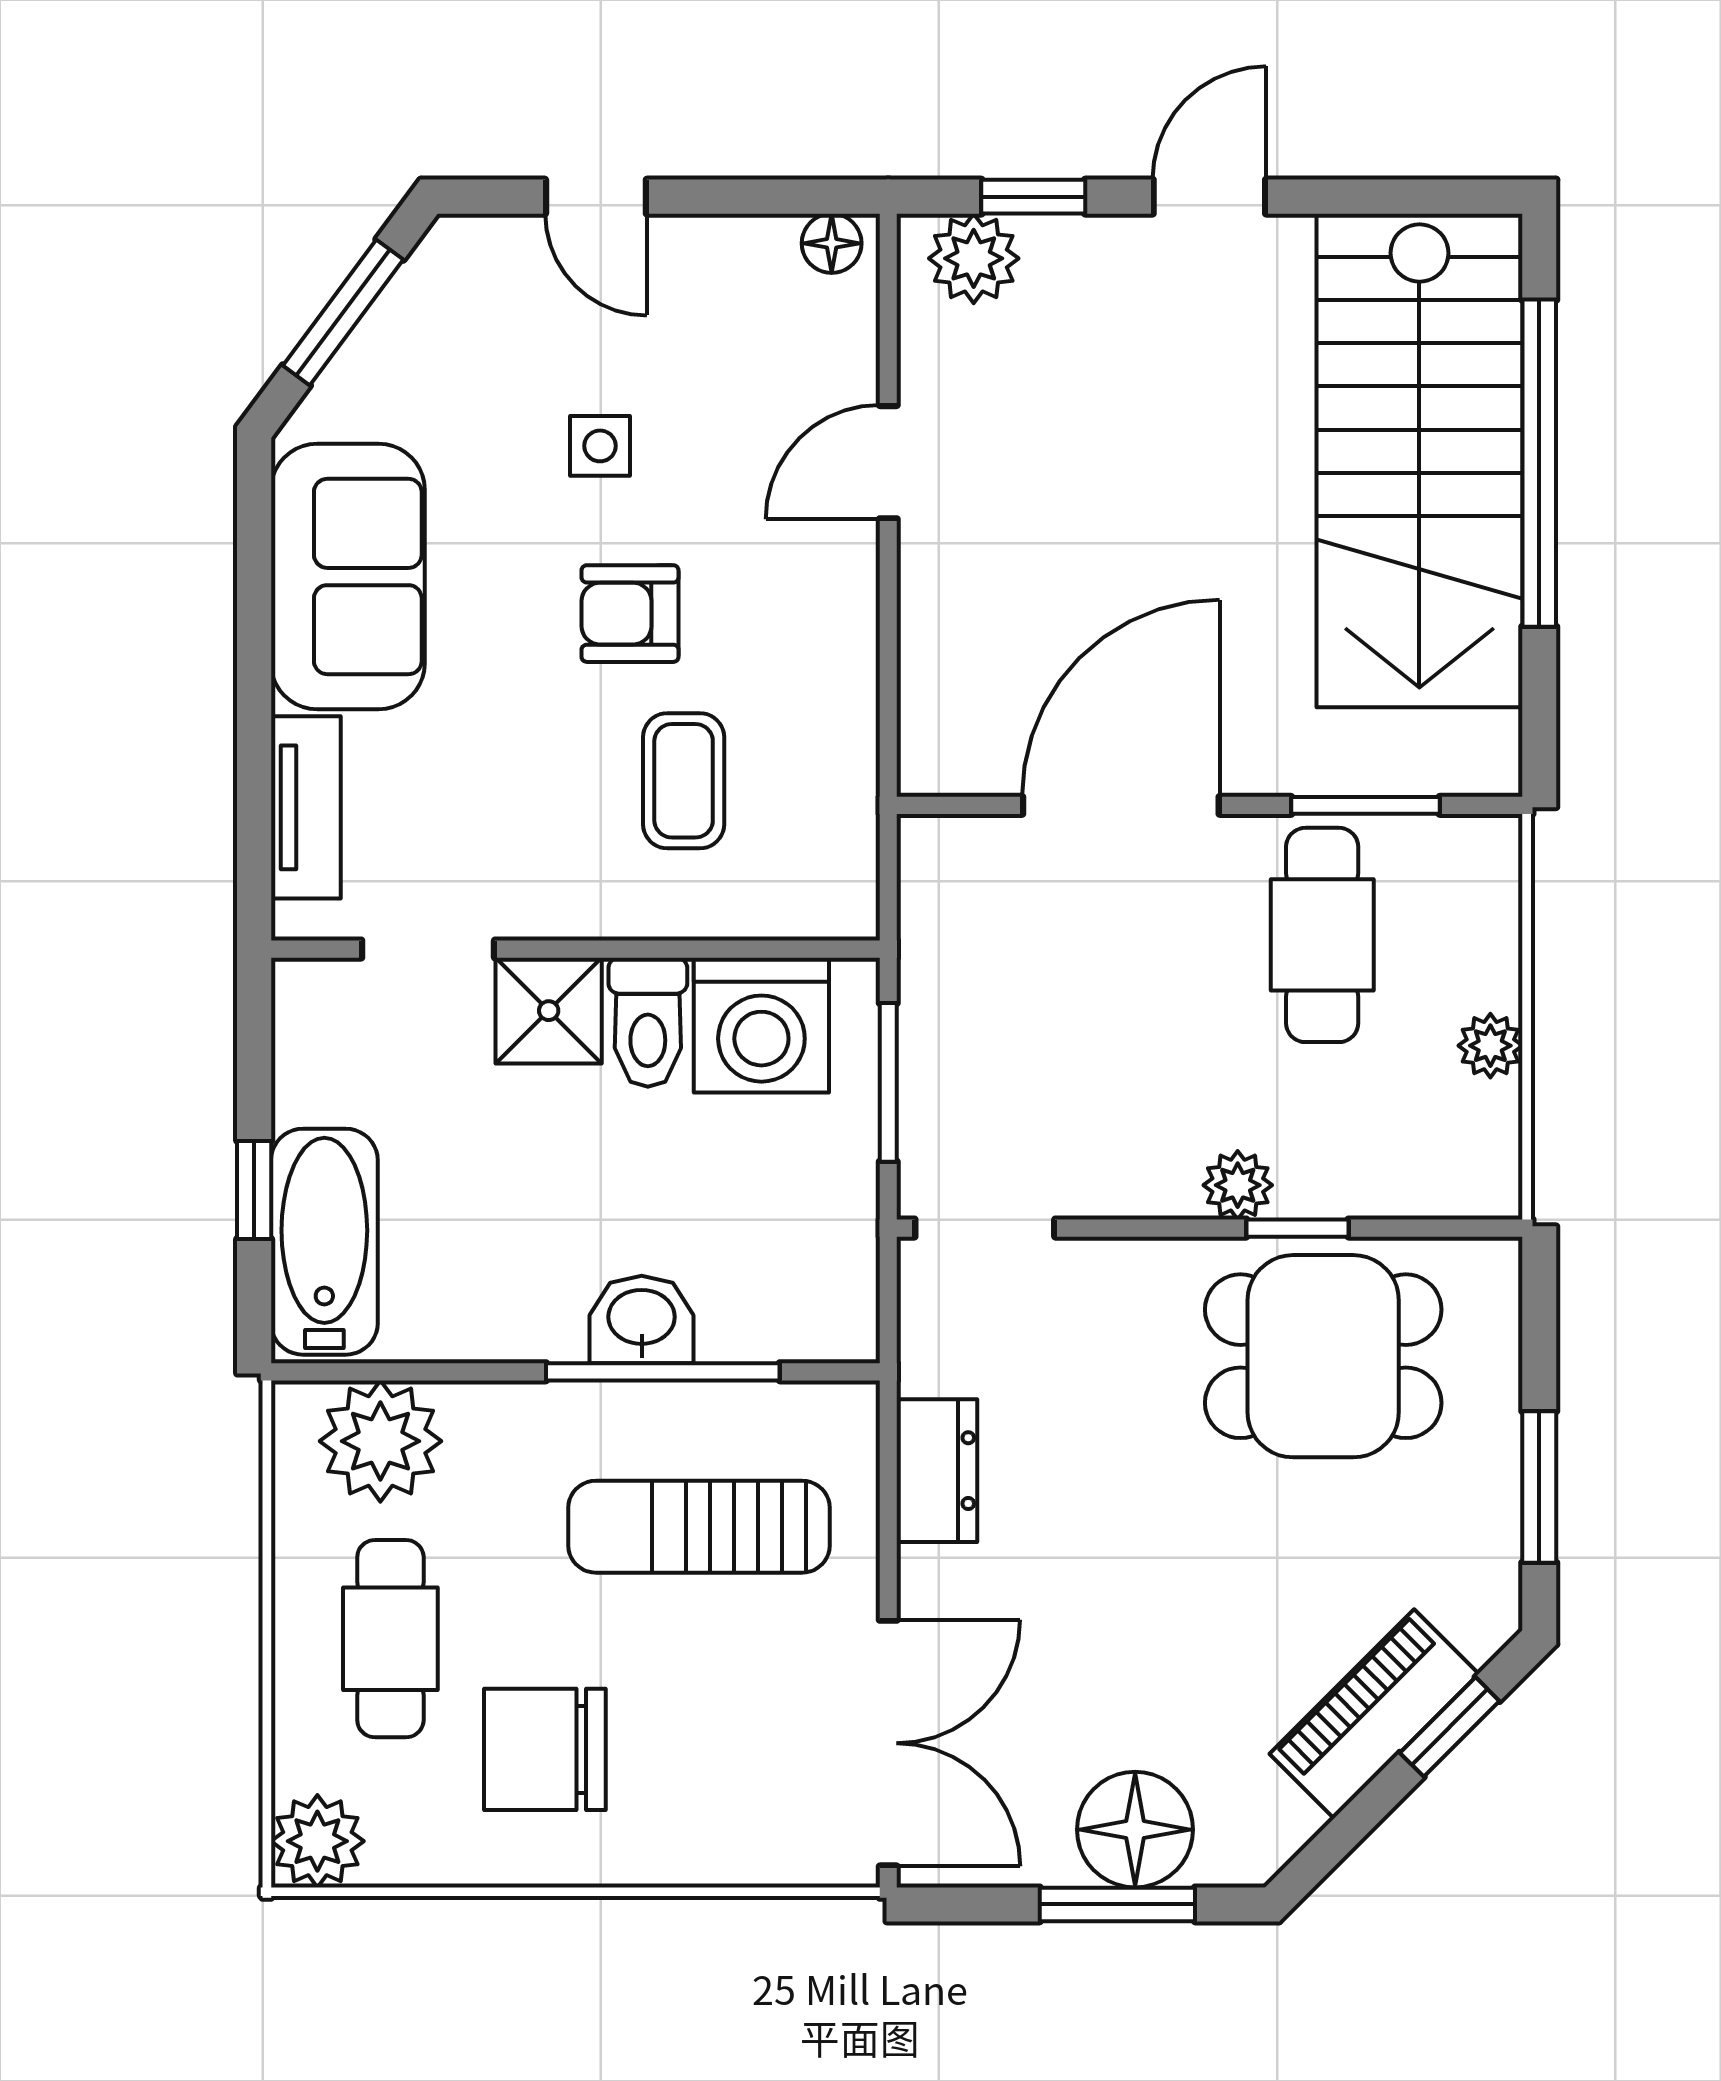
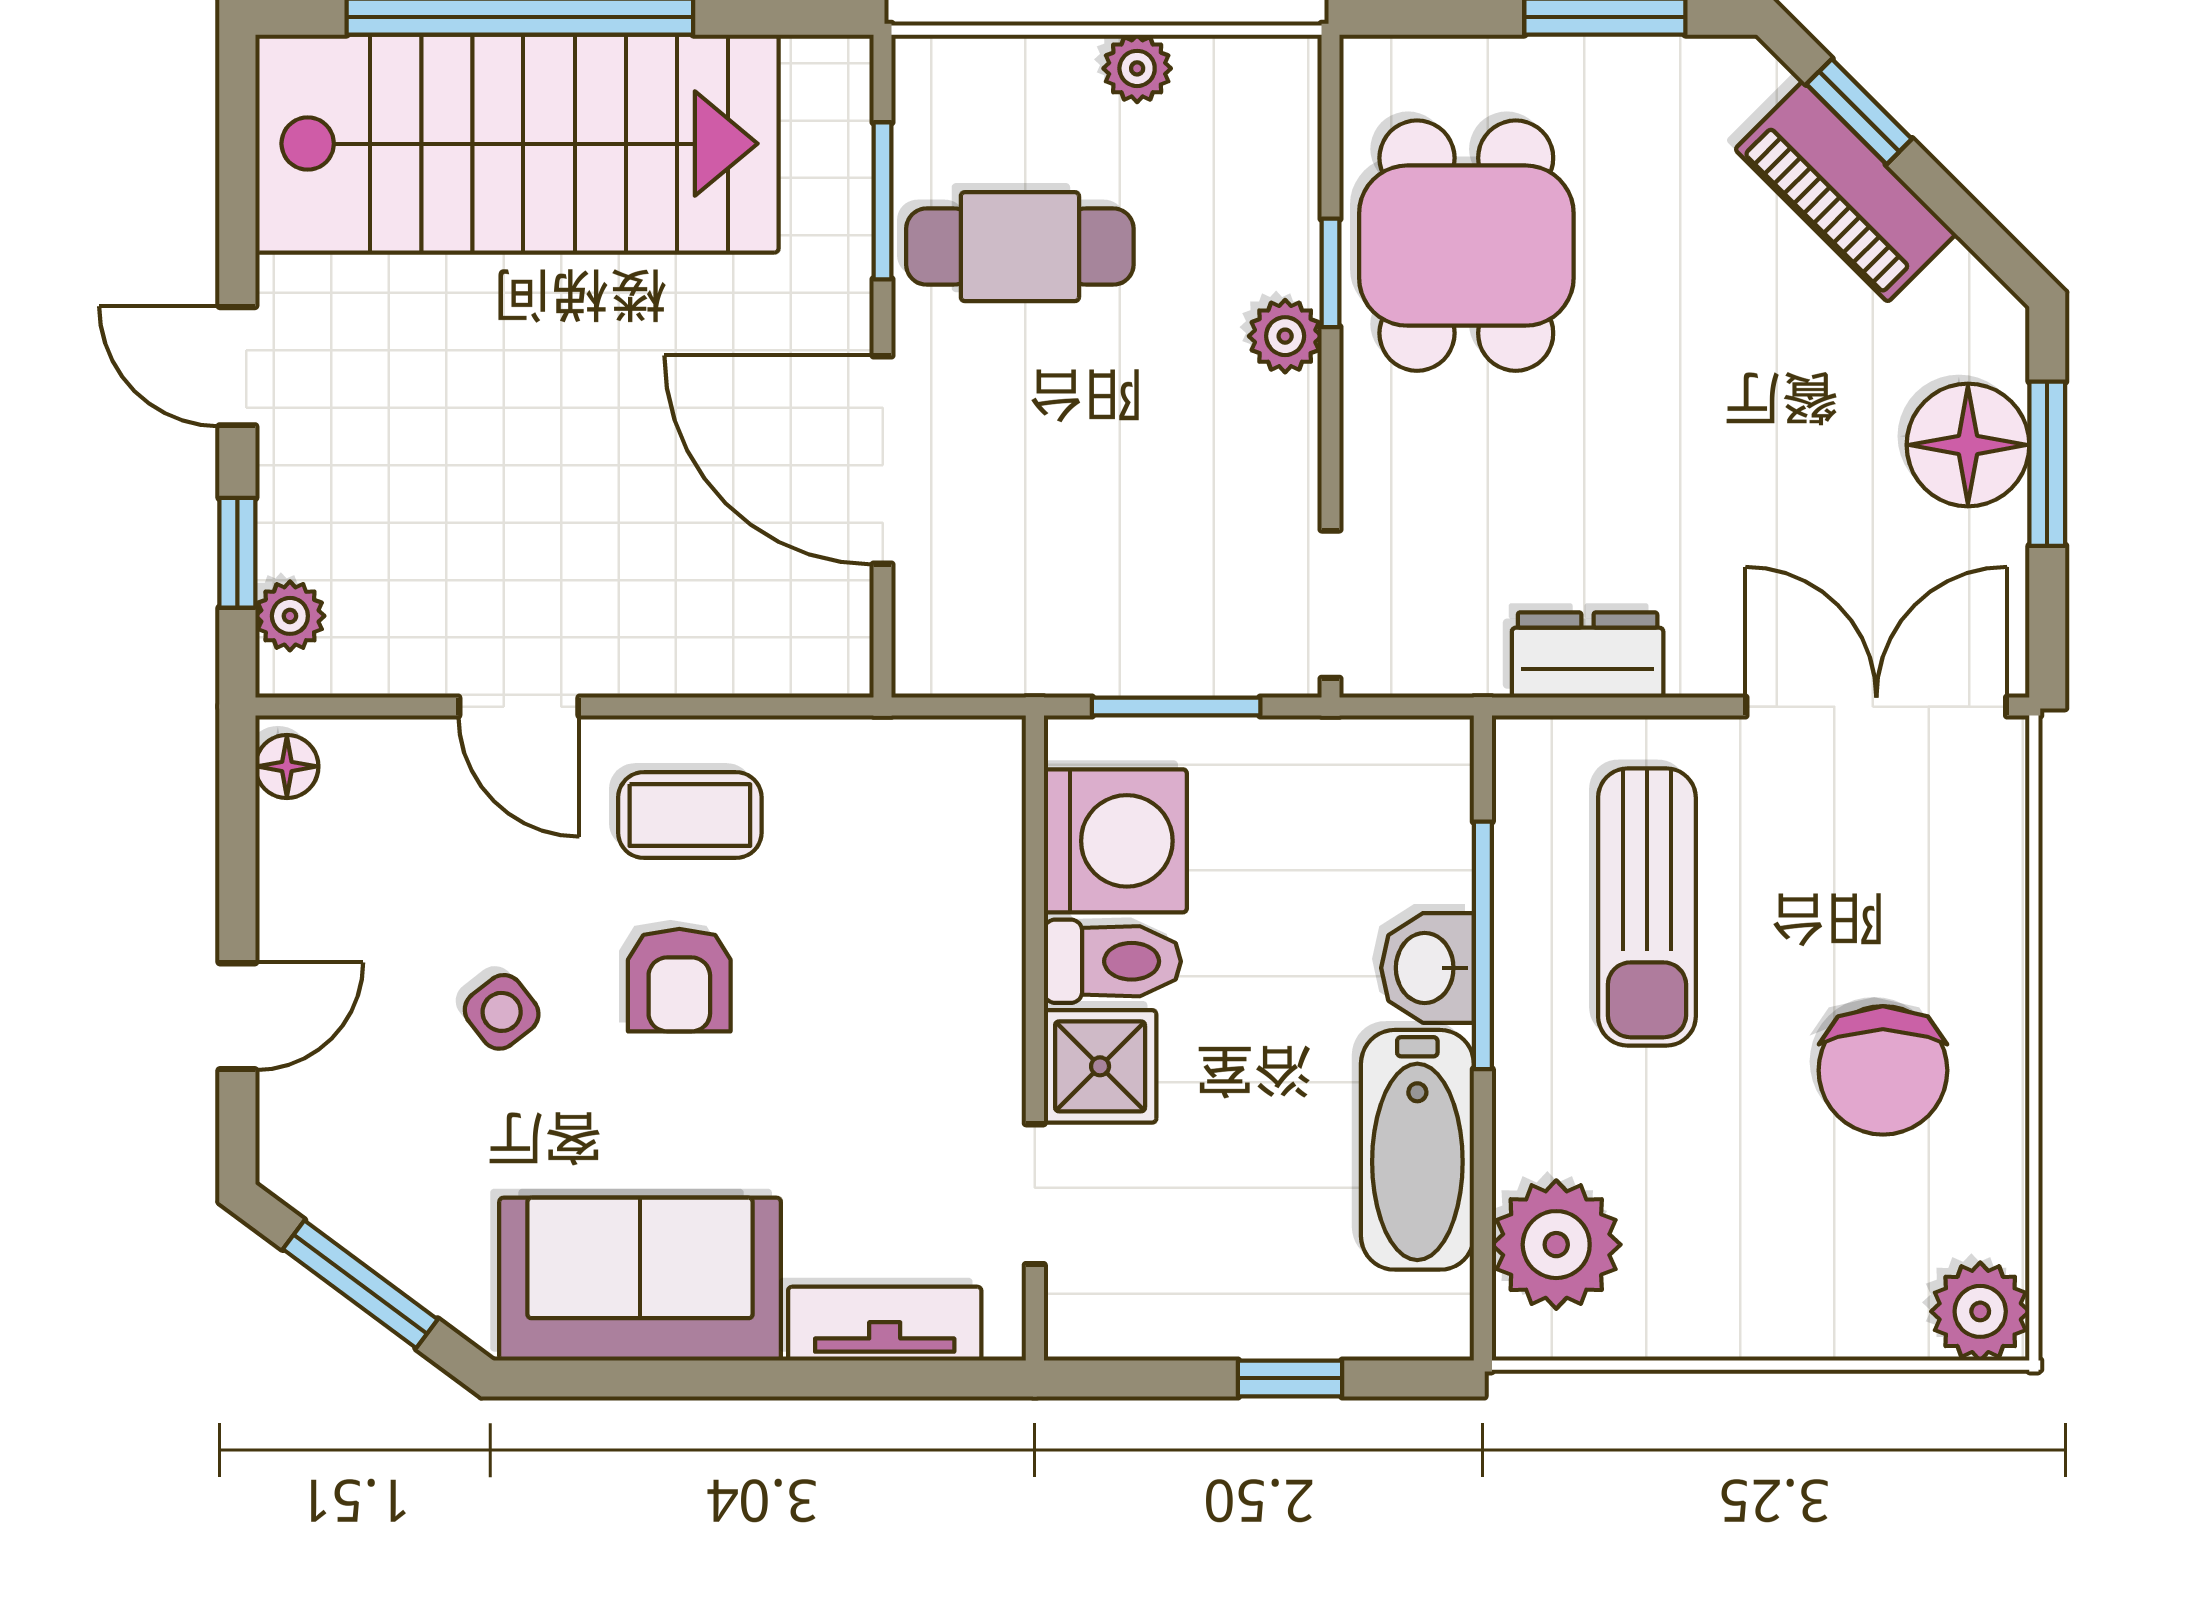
plant: (974, 258) -> (290, 616), width x0.73, depth x0.73
side table: (600, 446) -> (502, 1012), turned -38
coffee table: (684, 781) -> (690, 815), moved
bathtub: (324, 1242) -> (1417, 1150), moved, turned -90
cafe table: (390, 1639) -> (1766, 1234), removed

